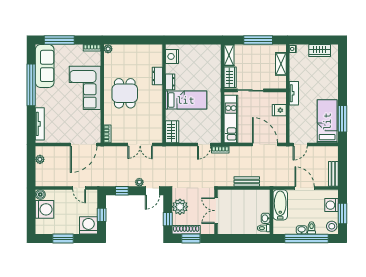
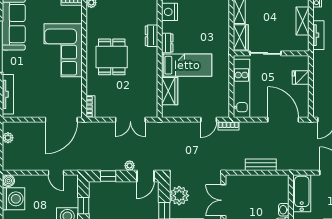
tv unit: (294, 93) -> (318, 35), moved
wardrobe: (172, 132) -> (170, 91), moved

